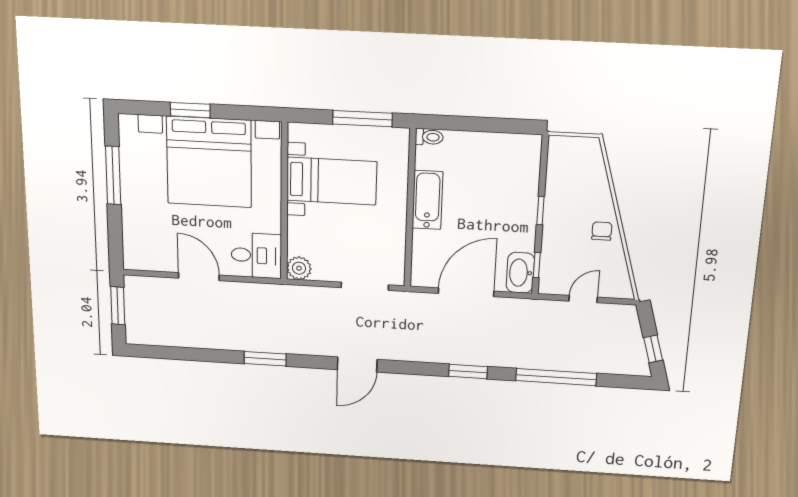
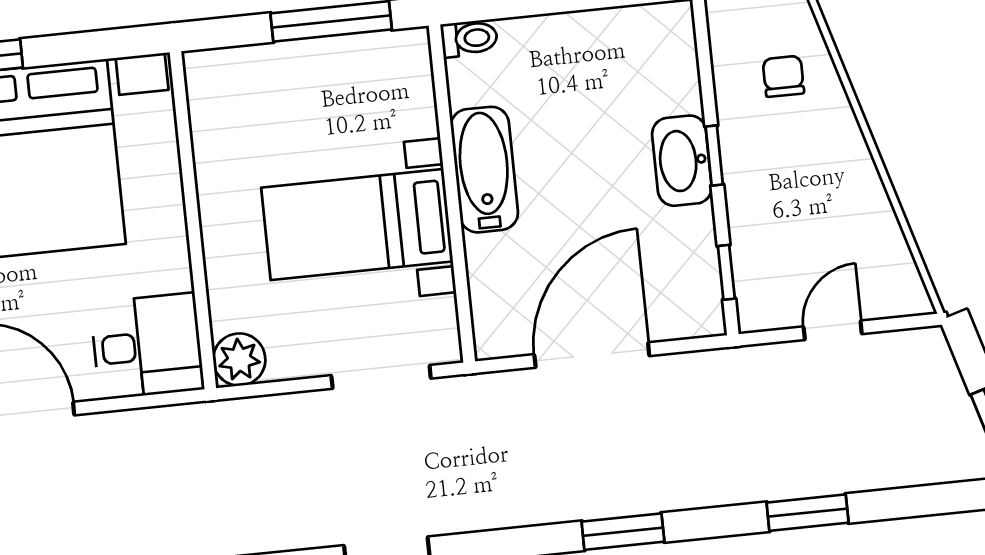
bed with nightstands: (332, 181) -> (357, 225), moved, turned 180
chair: (602, 231) -> (783, 76), moved
washbasin: (520, 273) -> (682, 161), moved
window: (556, 377) -> (808, 513), width x0.47

